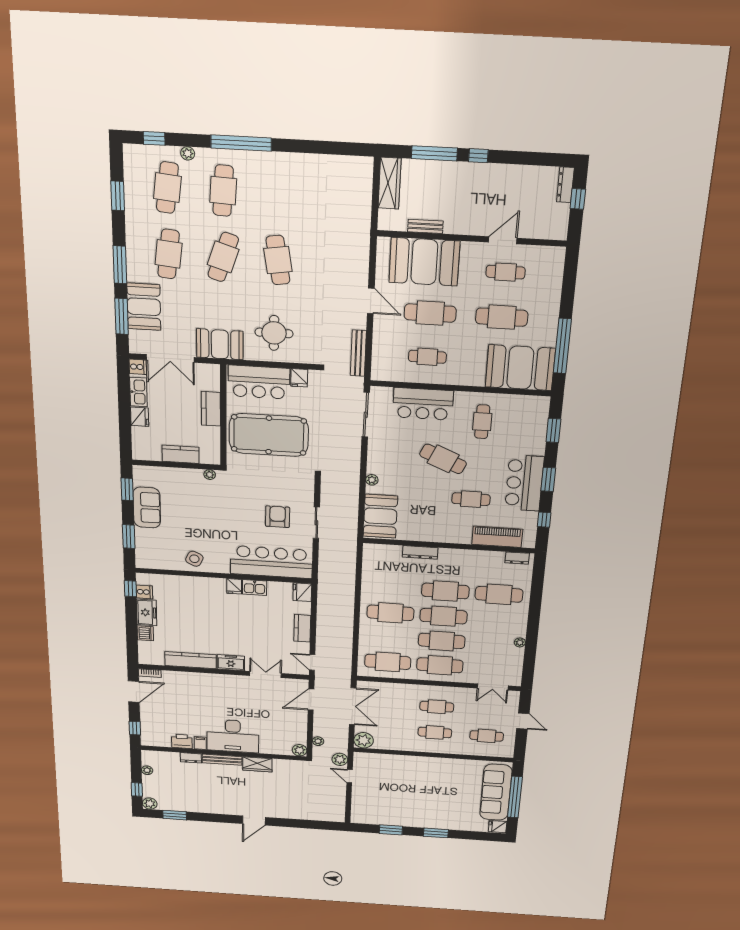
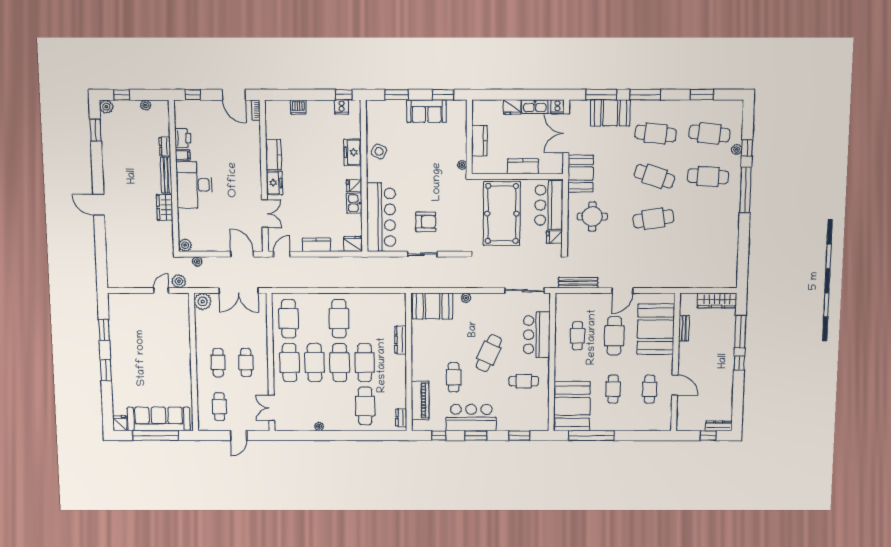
window: (154, 138) -> (747, 148), moved
cafe table: (502, 317) -> (613, 389), width x0.73, depth x0.74
freezer: (147, 612) -> (353, 152), moved, turned 90
kitchen counter: (191, 660) -> (274, 155), width x0.67

